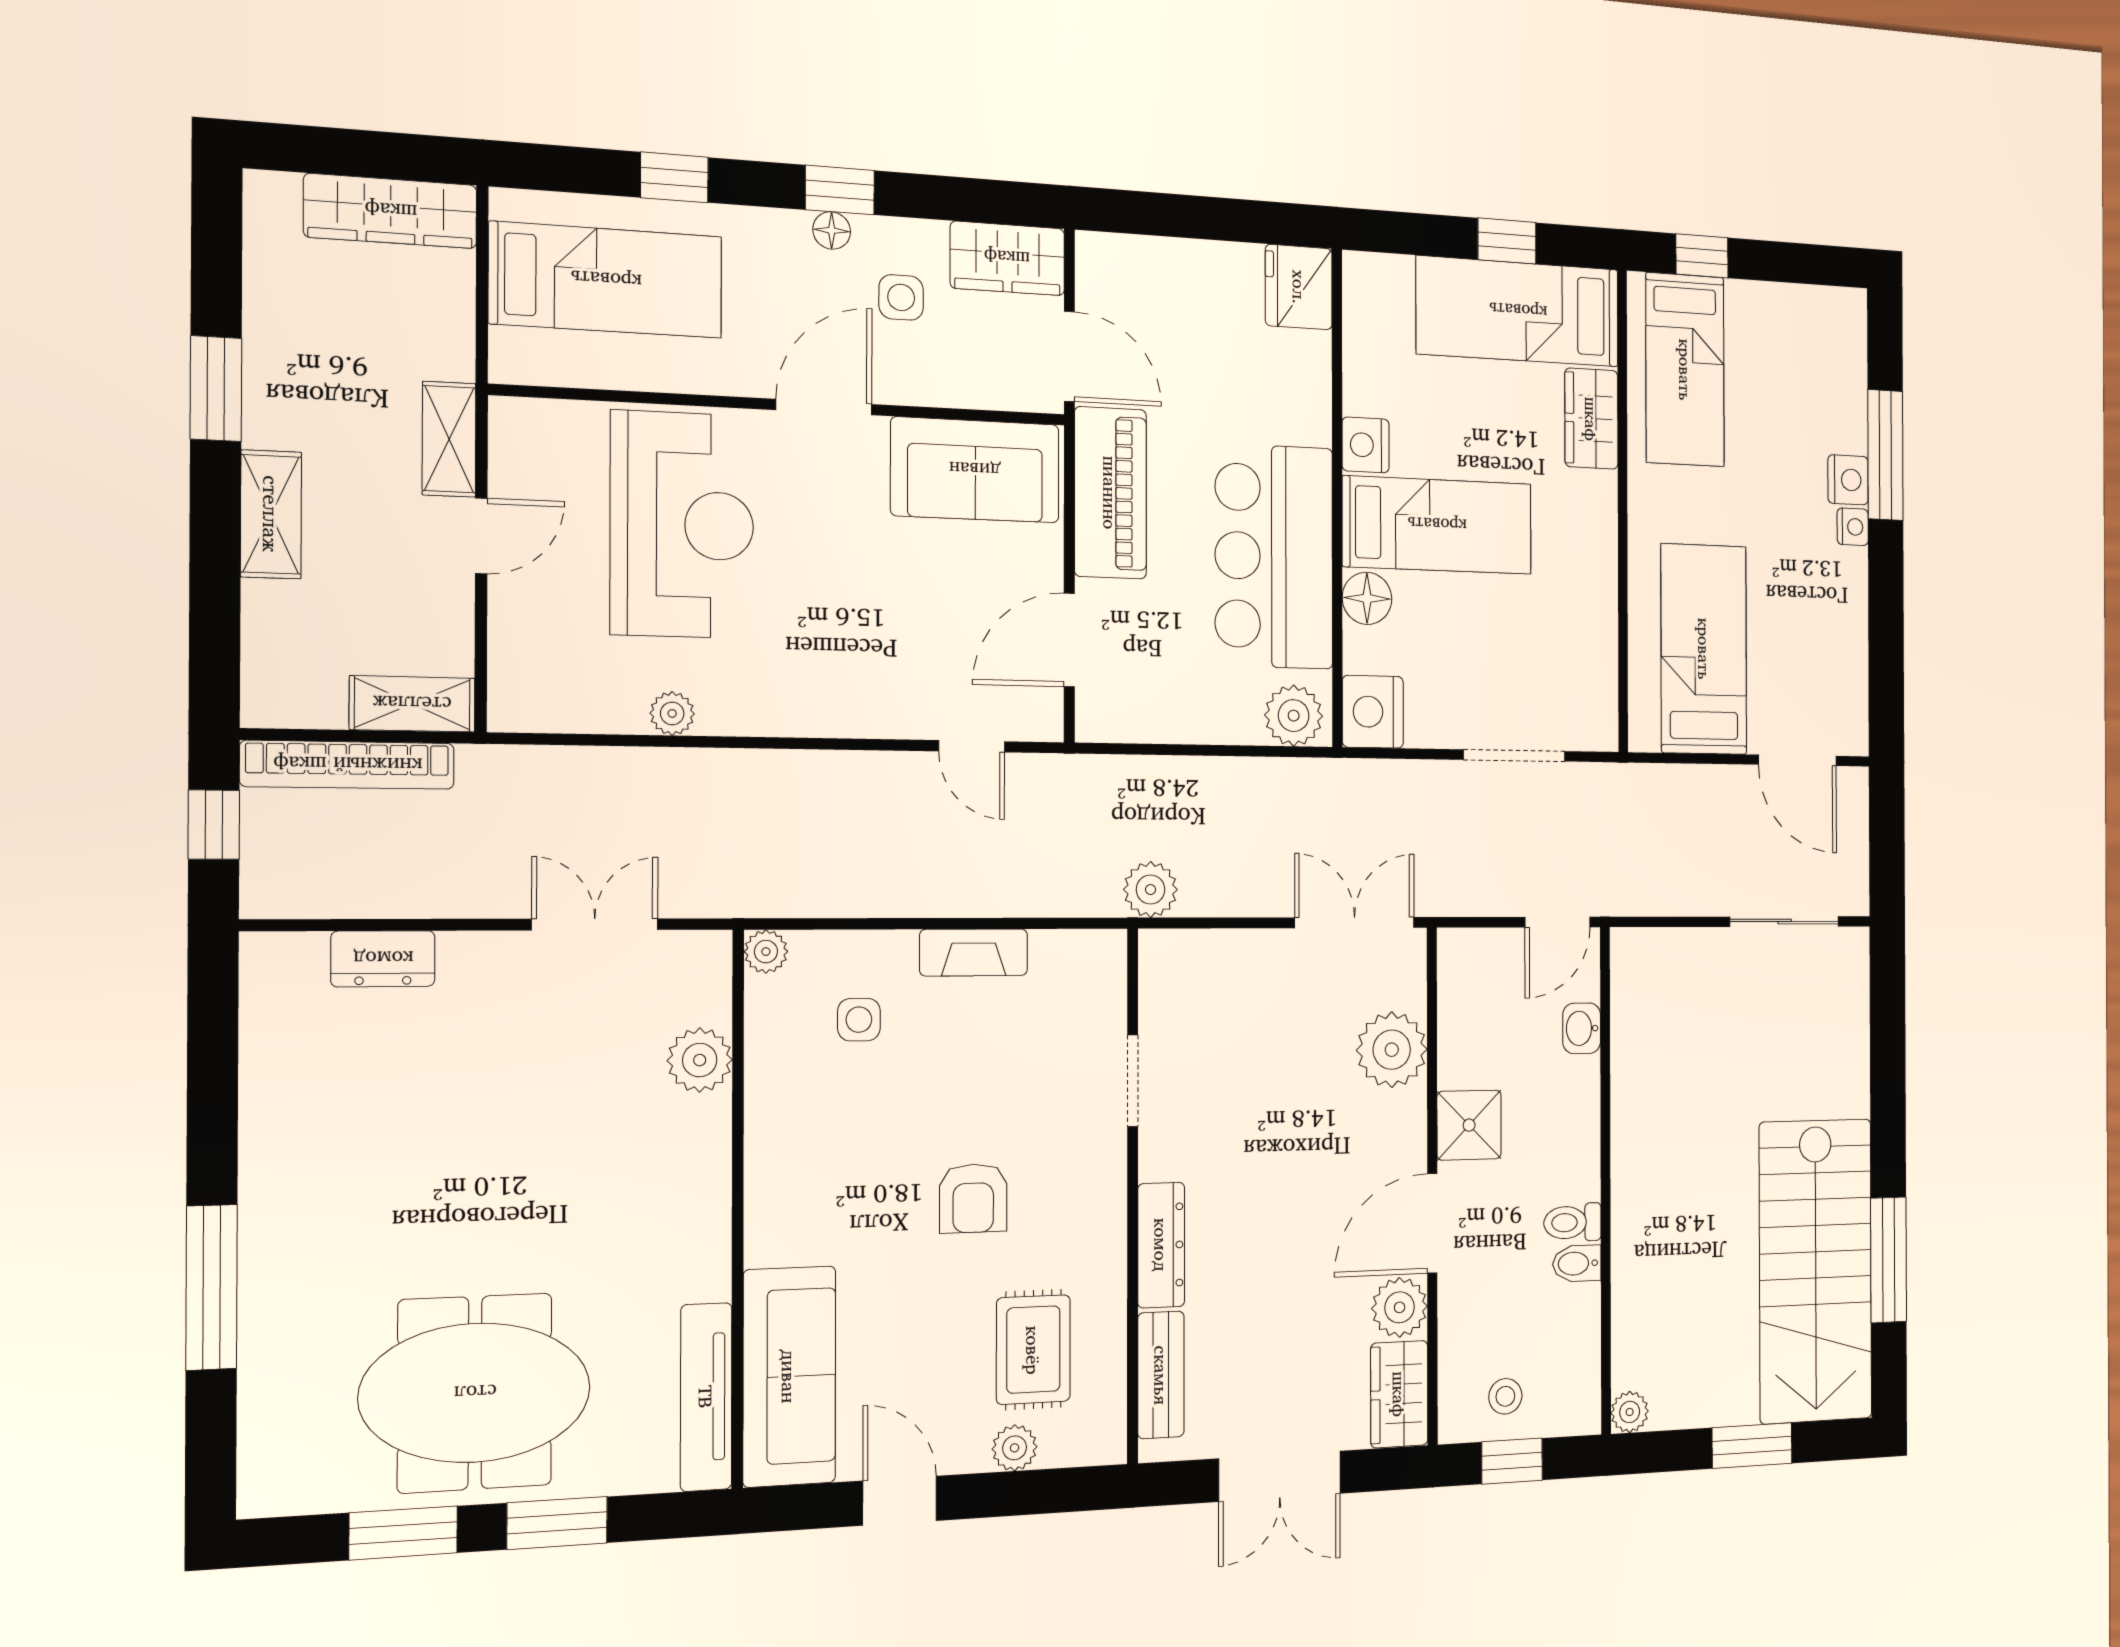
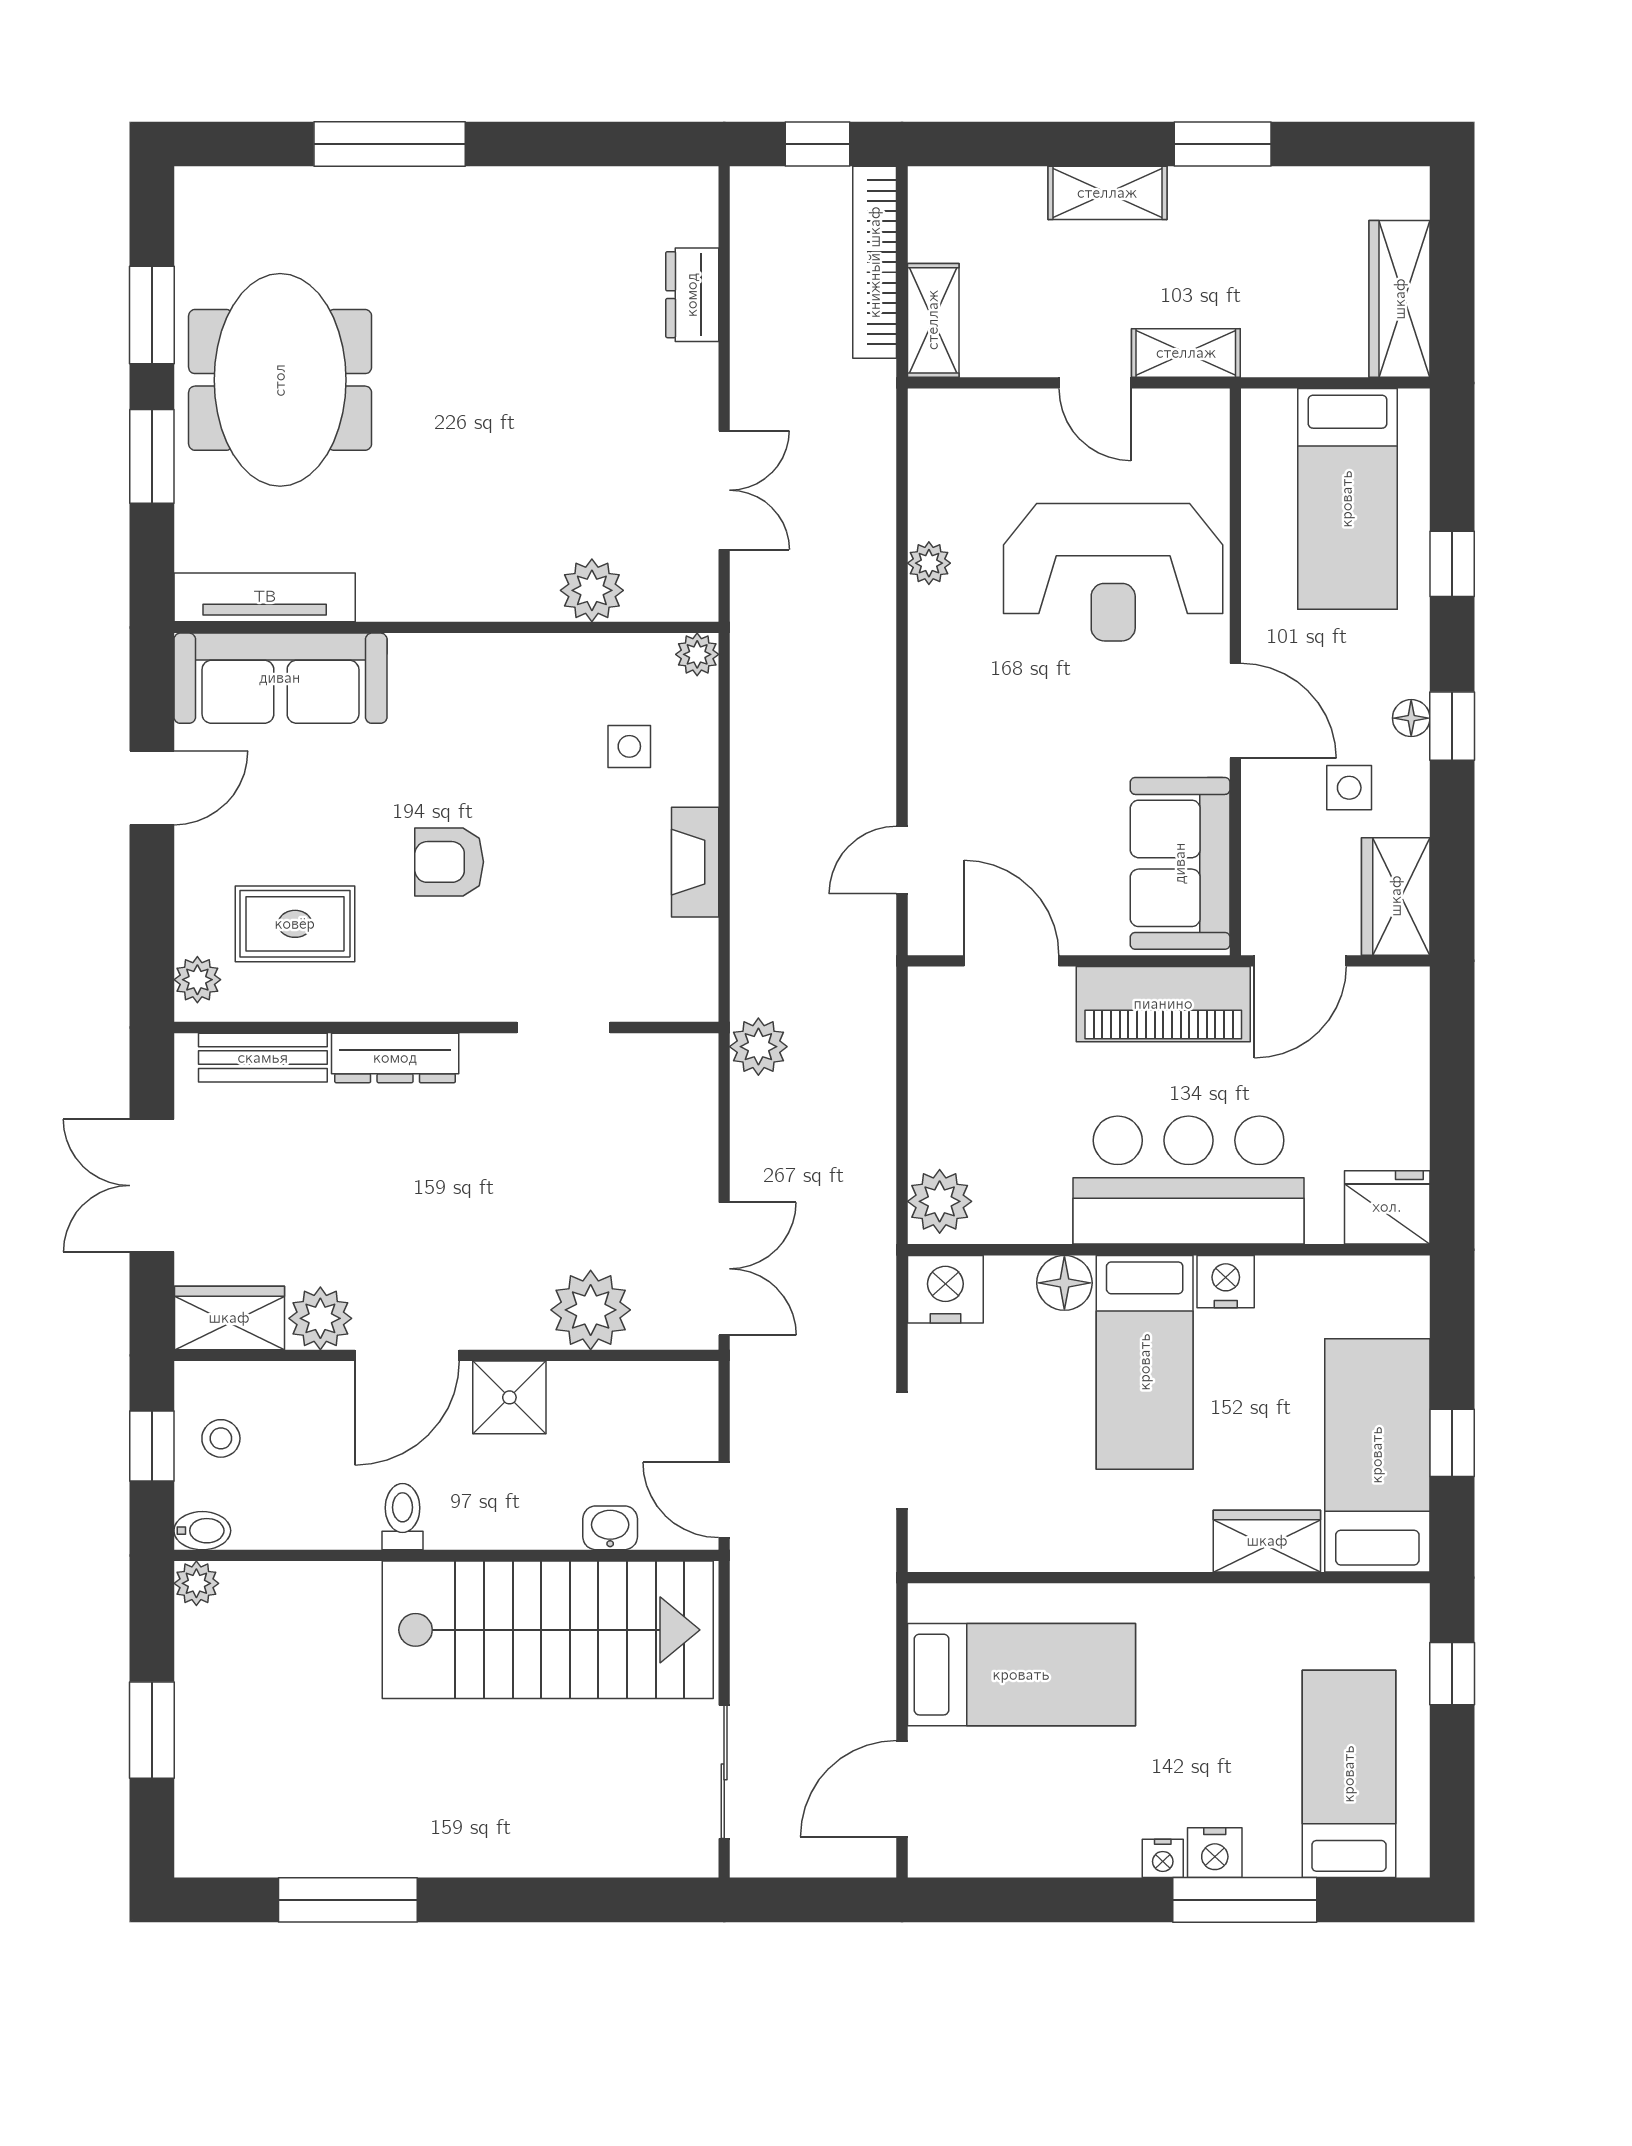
bed: (1685, 370) -> (1349, 1774), moved, turned 90
bar counter: (1274, 557) -> (1189, 1180), moved
door: (1432, 1223) -> (407, 1355), swing flipped
bidet: (1577, 1263) -> (202, 1531), moved, turned 90
stairs: (1816, 1271) -> (548, 1630), moved, turned 180
plant: (1015, 1448) -> (197, 980), moved

